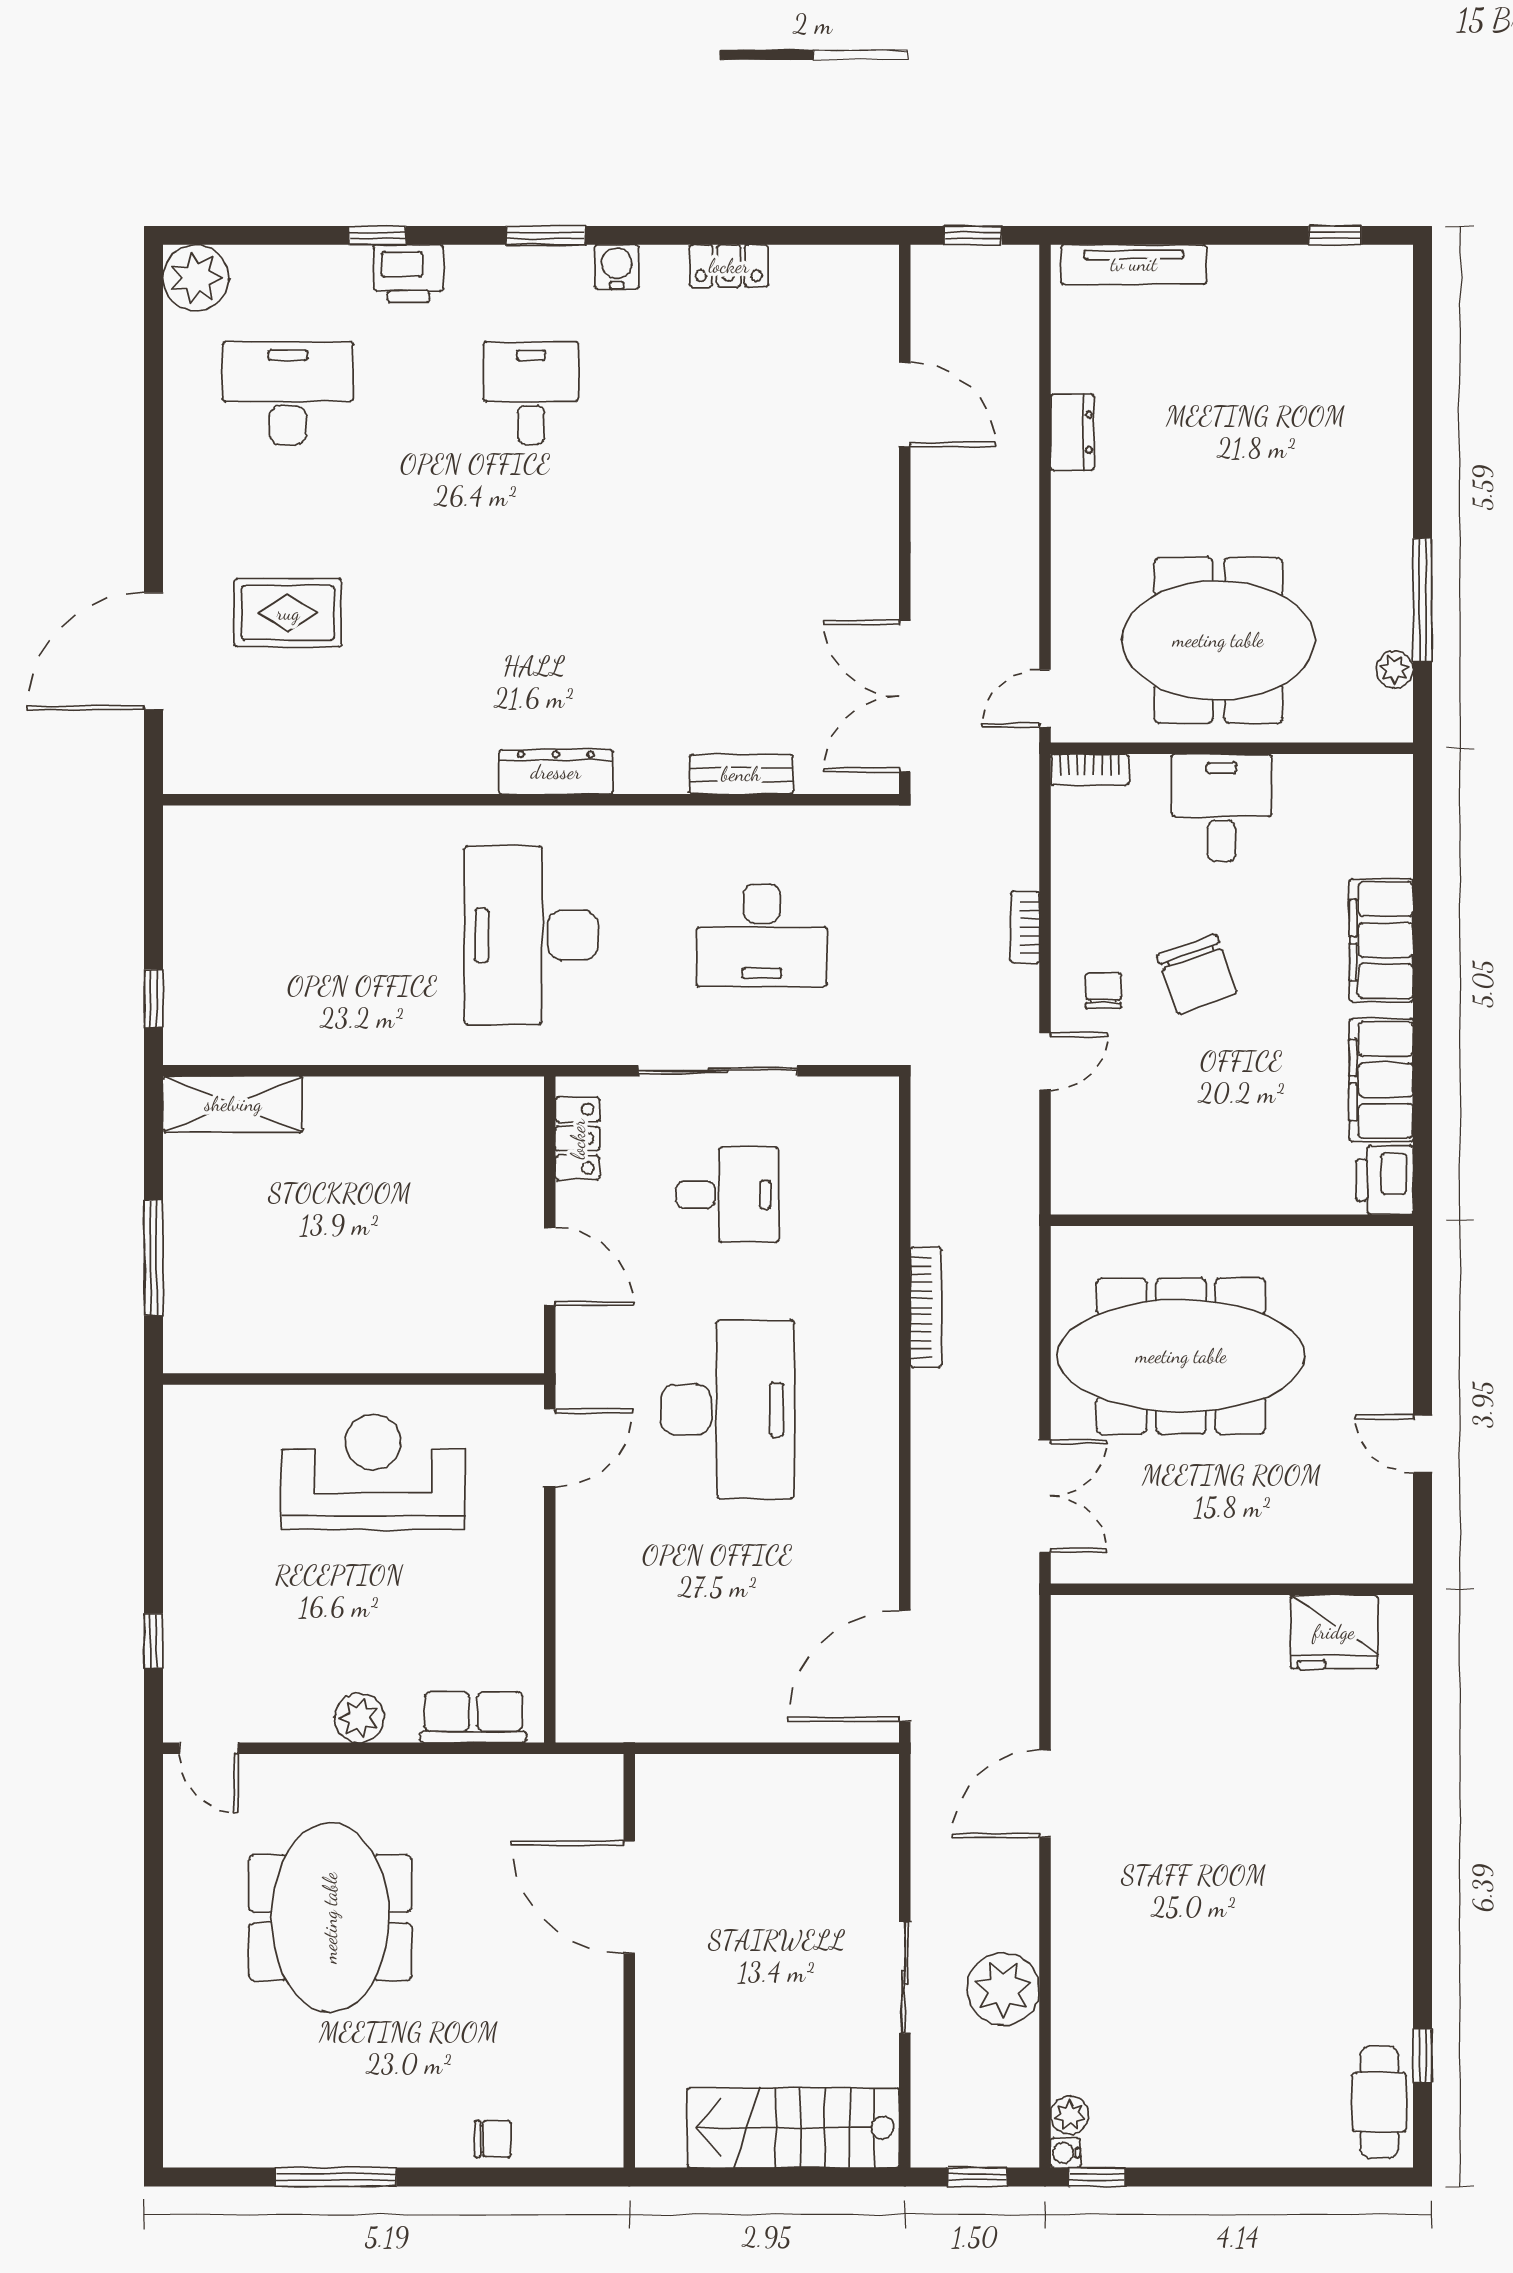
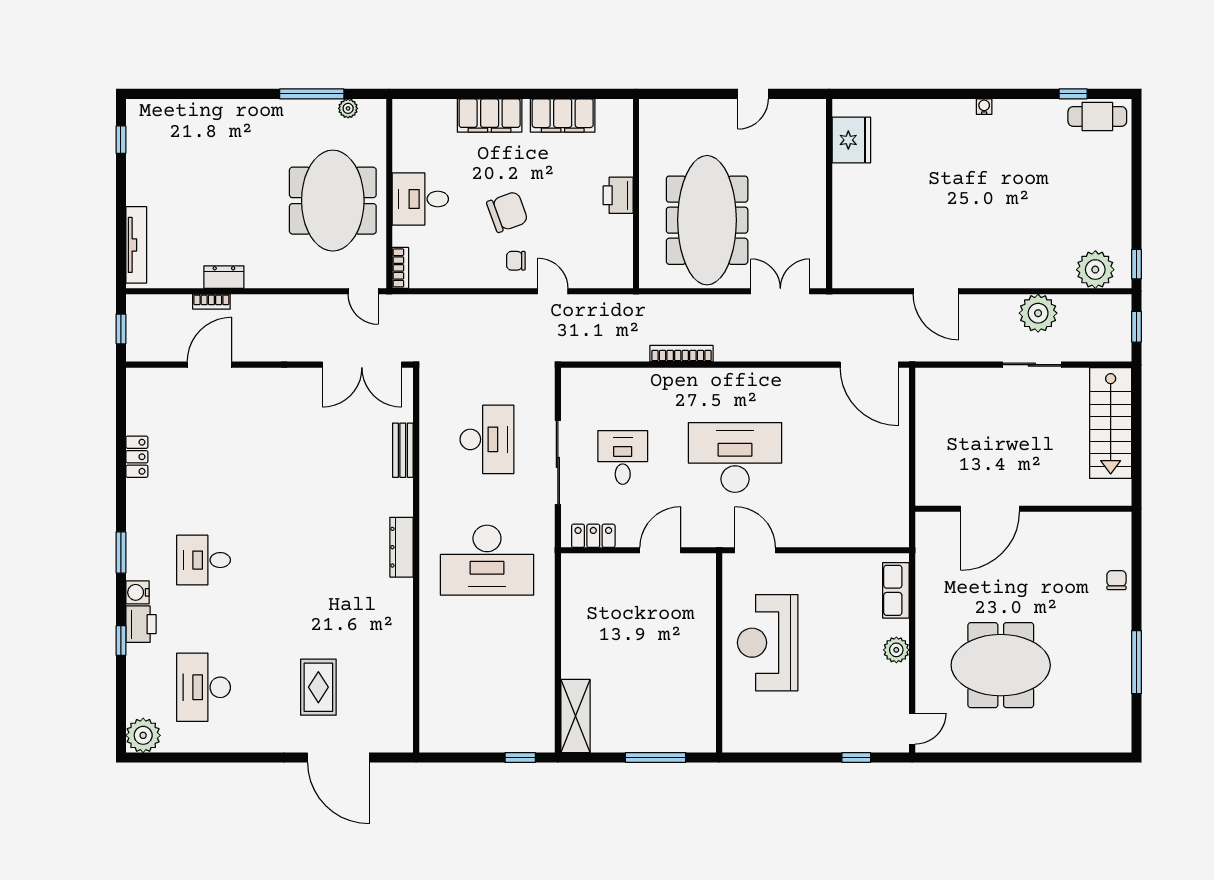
water cooler: (617, 267) -> (137, 592), moved
bookcase: (1025, 927) -> (211, 302), moved
printer: (1385, 1180) -> (618, 195), moved, turned 90
plant: (1070, 2115) -> (1095, 270), width x1.87, depth x1.87
water cooler: (1065, 2153) -> (984, 107), moved, turned 180

